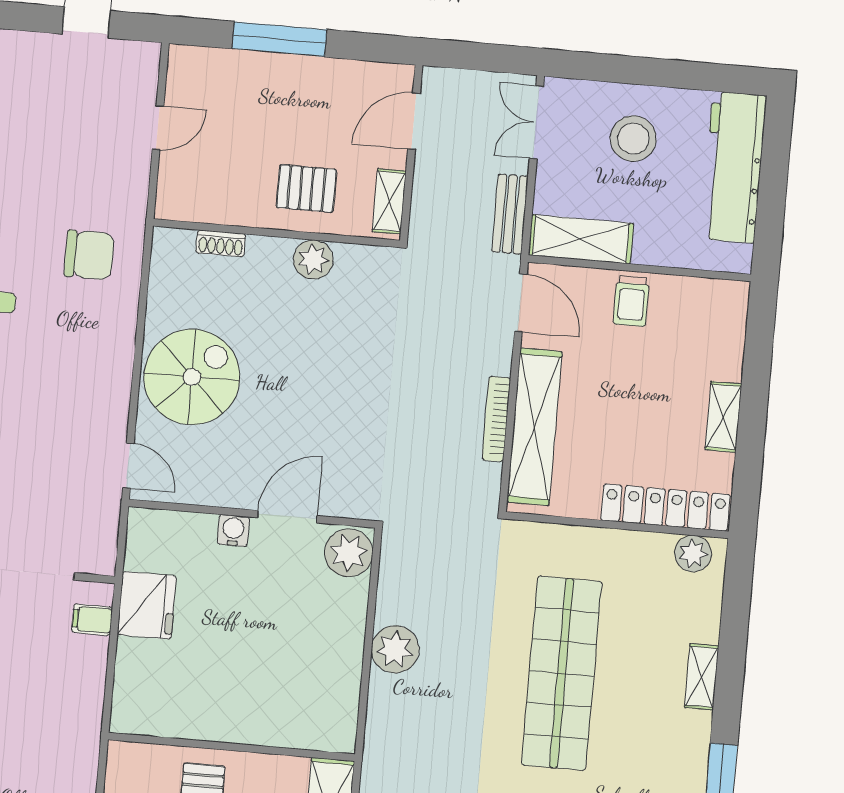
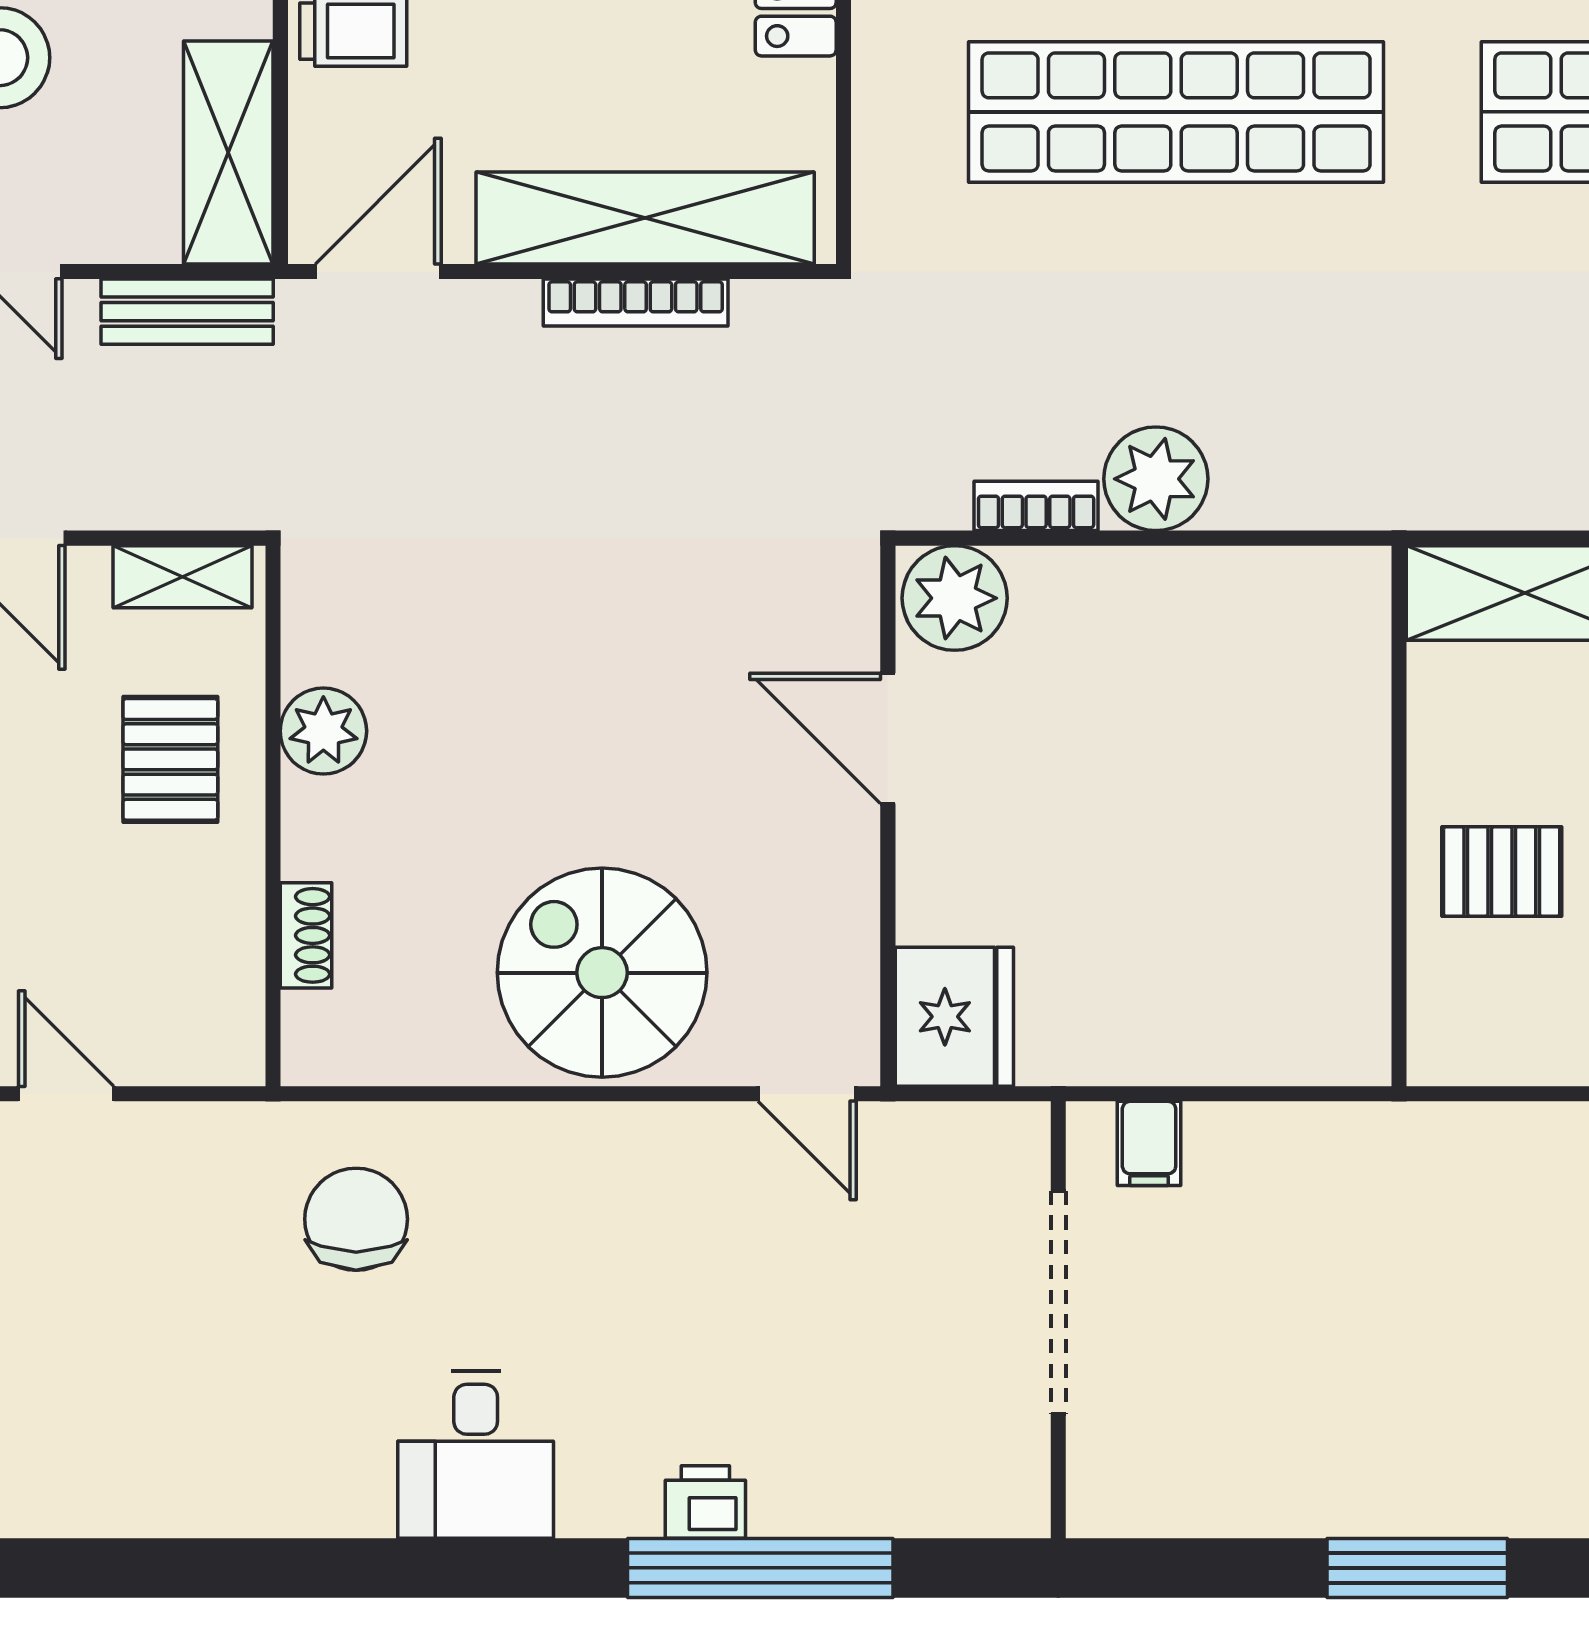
door: (128, 466) -> (807, 1094), swing flipped
water cooler: (233, 530) -> (928, 853), removed
bookcase: (387, 594) -> (1036, 506), added
fridge: (147, 605) -> (954, 1017), moved, turned 90

